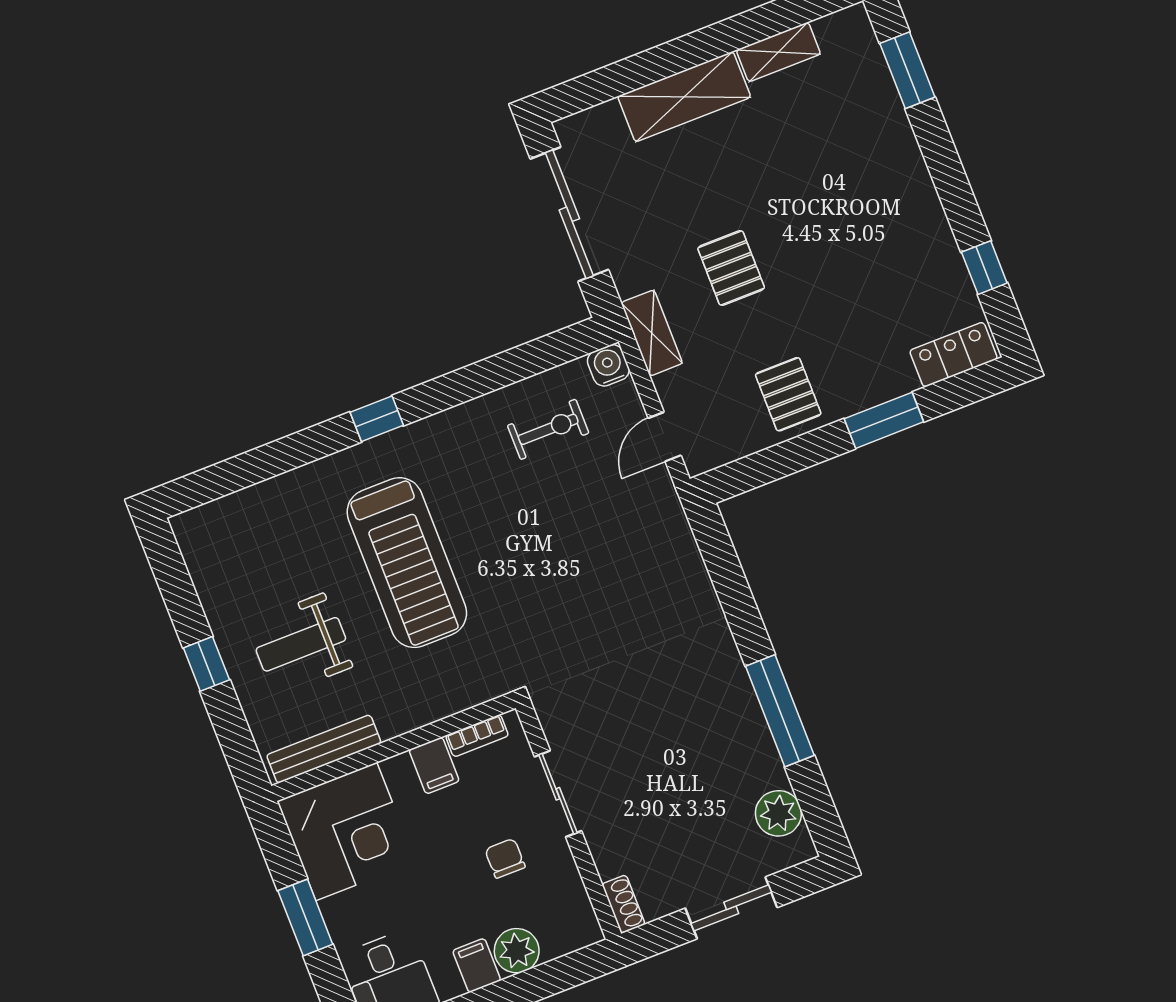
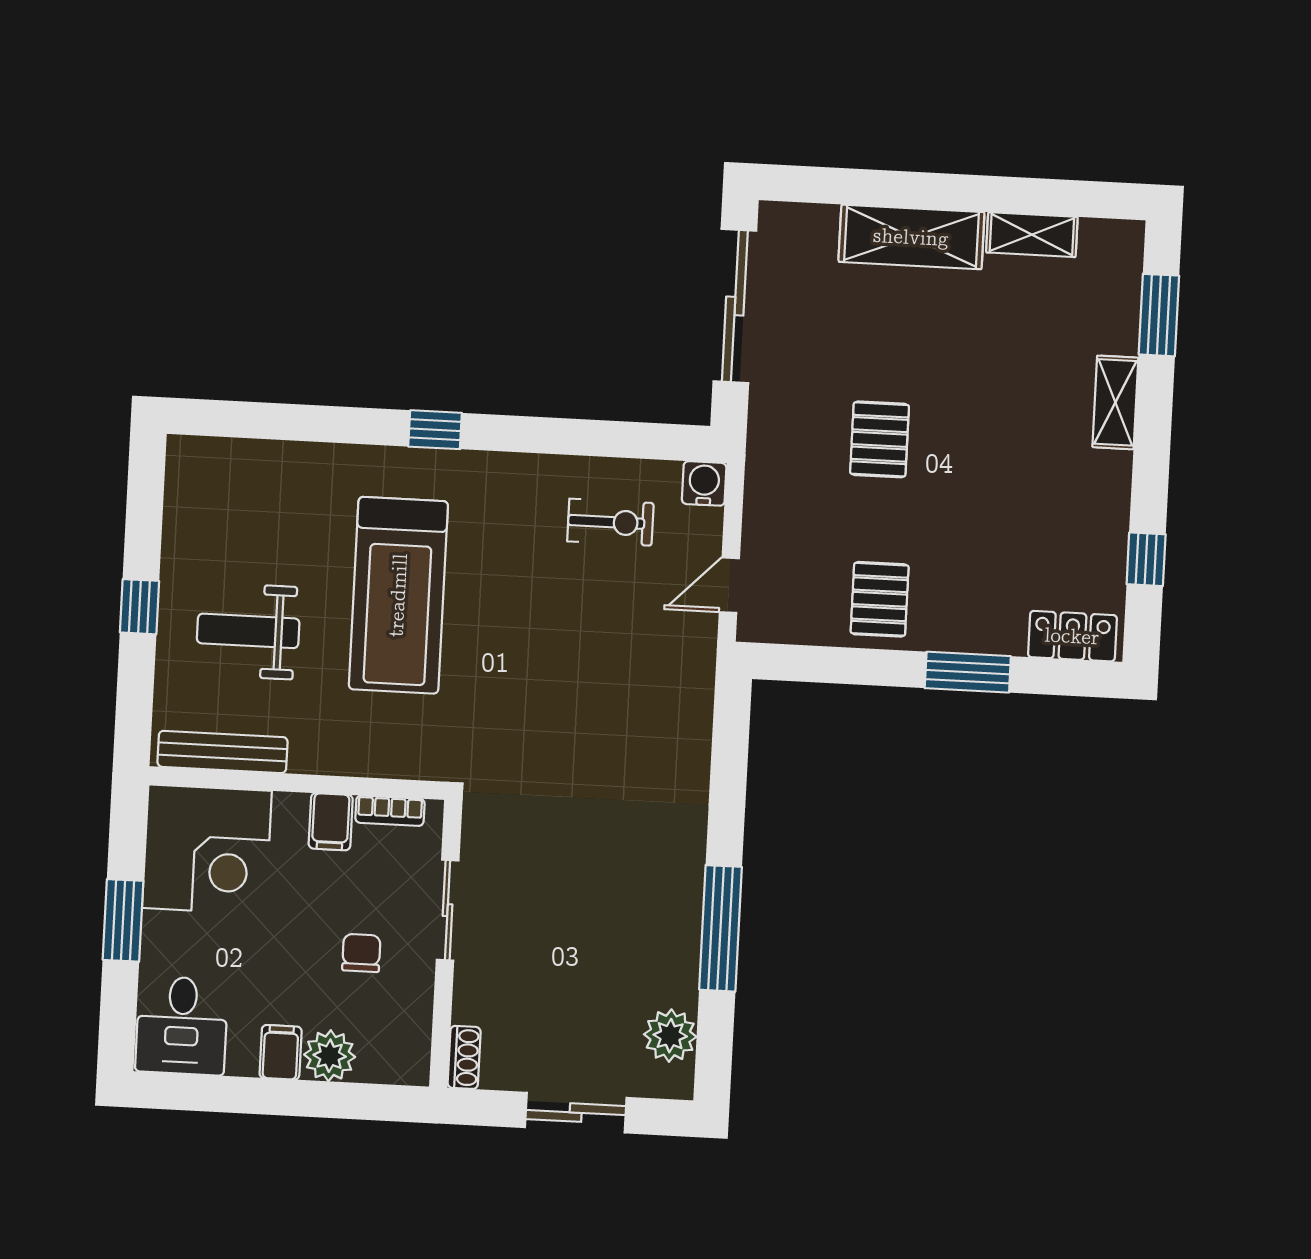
shelving: (652, 333) -> (1115, 402), moved

